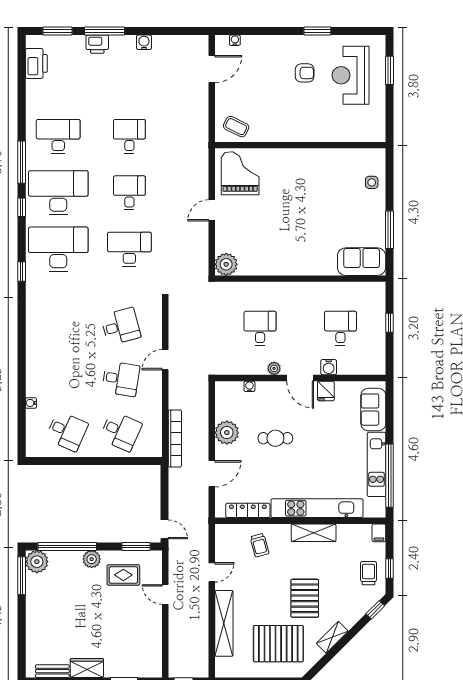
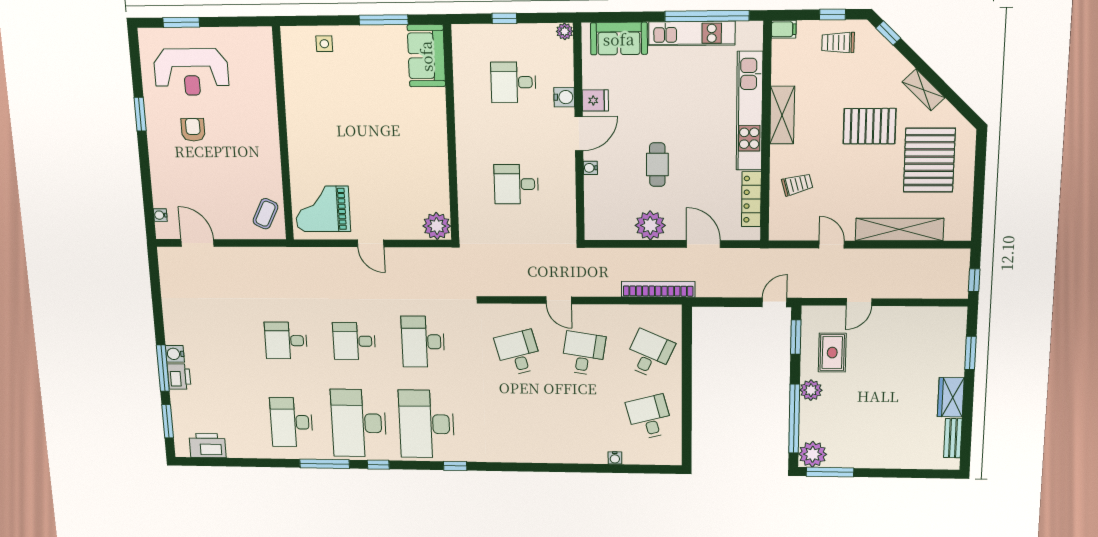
water cooler: (144, 42) -> (175, 354), moved
plant: (274, 368) -> (565, 31), moved
water cooler: (249, 386) -> (590, 168), moved
desk: (67, 431) -> (649, 417), turned -39

